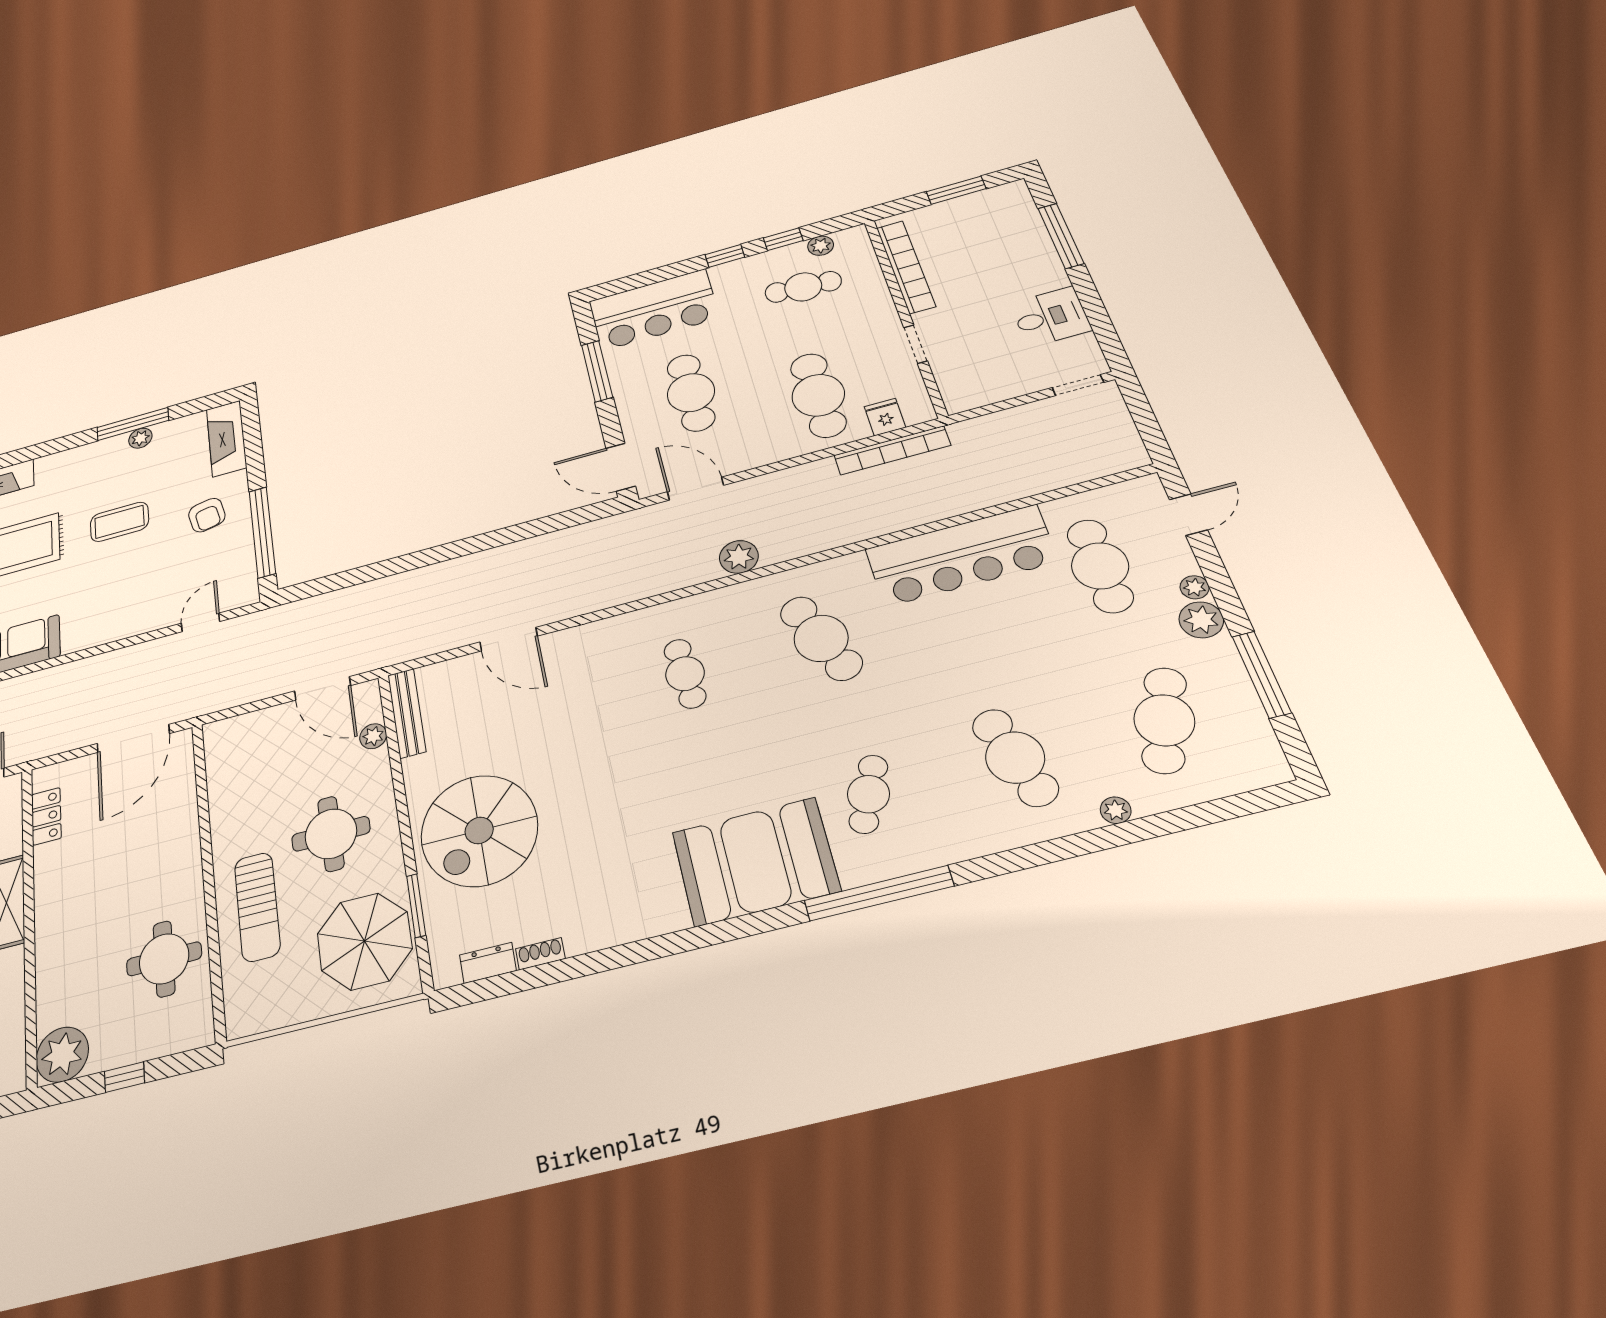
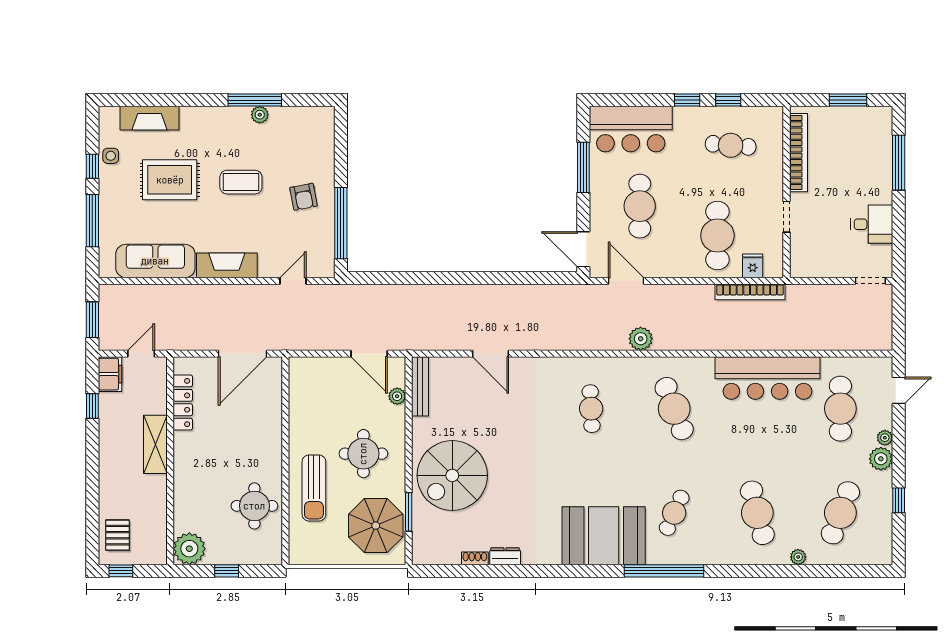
plant: (821, 246) -> (751, 115), removed
fireplace: (226, 438) -> (227, 265), moved, turned 90
window: (1261, 674) -> (899, 500), width x0.46
locker: (46, 816) -> (183, 403), width x1.53
dresser: (488, 963) -> (505, 556), moved

